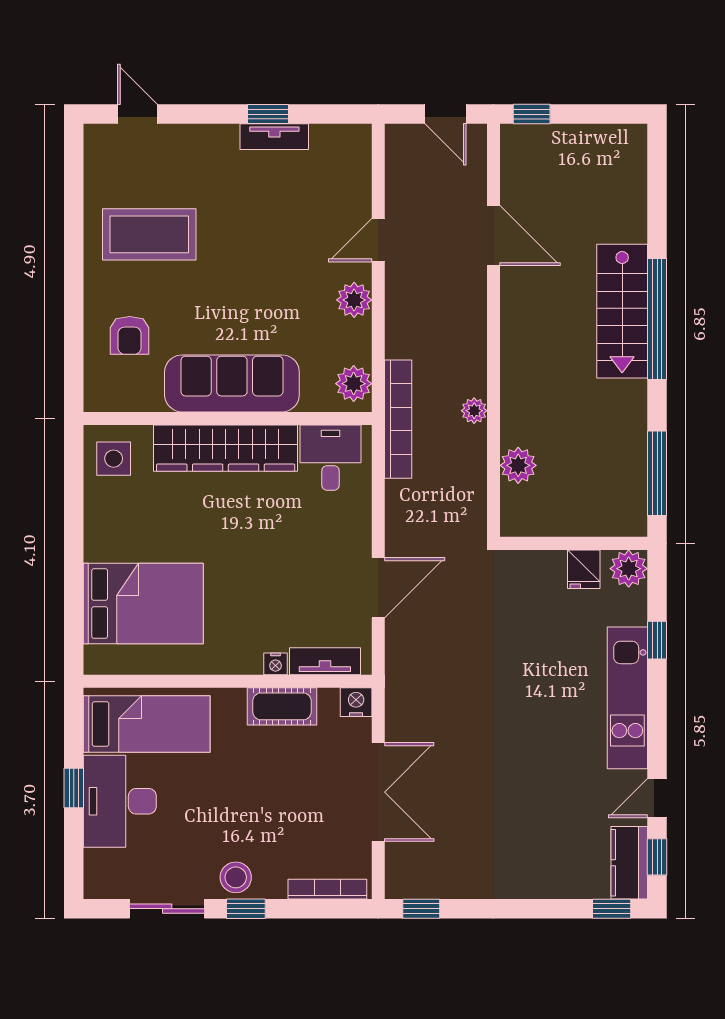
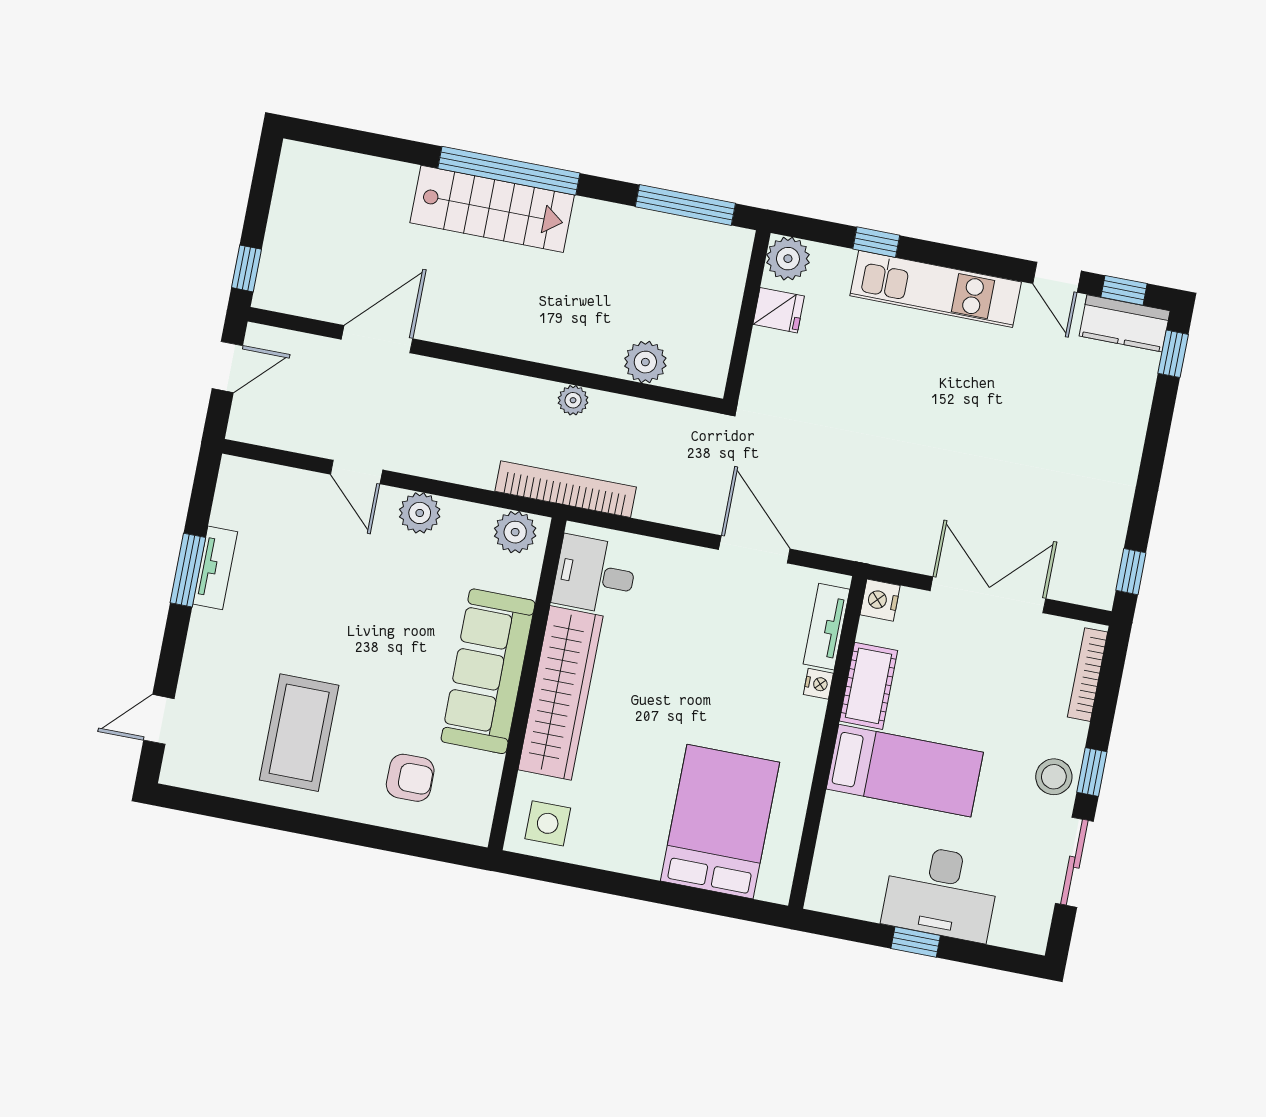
window: (268, 114) -> (188, 570), width x1.50
bed: (147, 724) -> (905, 771), moved, turned 90

